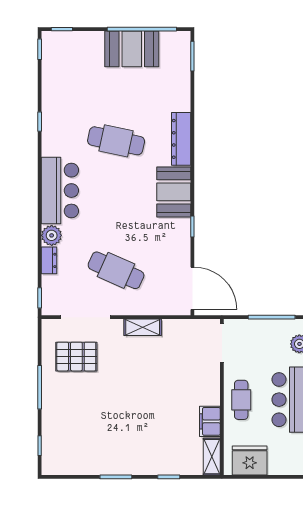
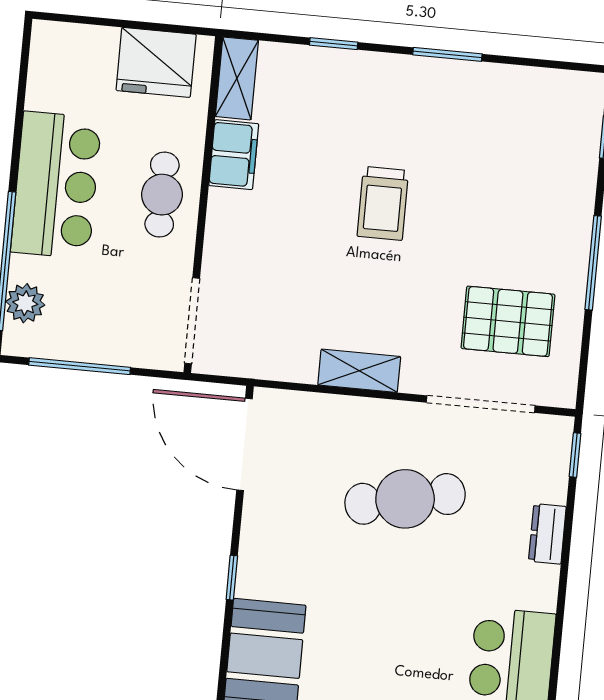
plant: (52, 235) -> (537, 587), removed
cafe table: (116, 270) -> (405, 499), turned -36
trolley: (139, 405) -> (383, 203), added

